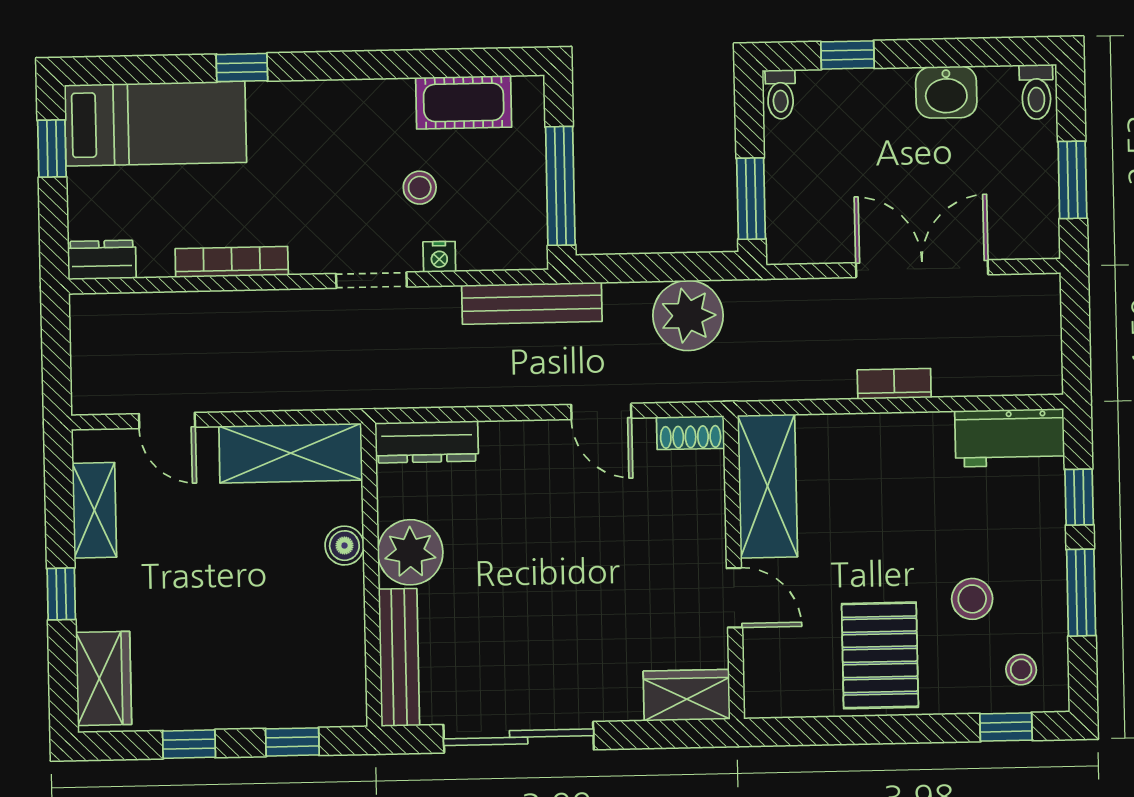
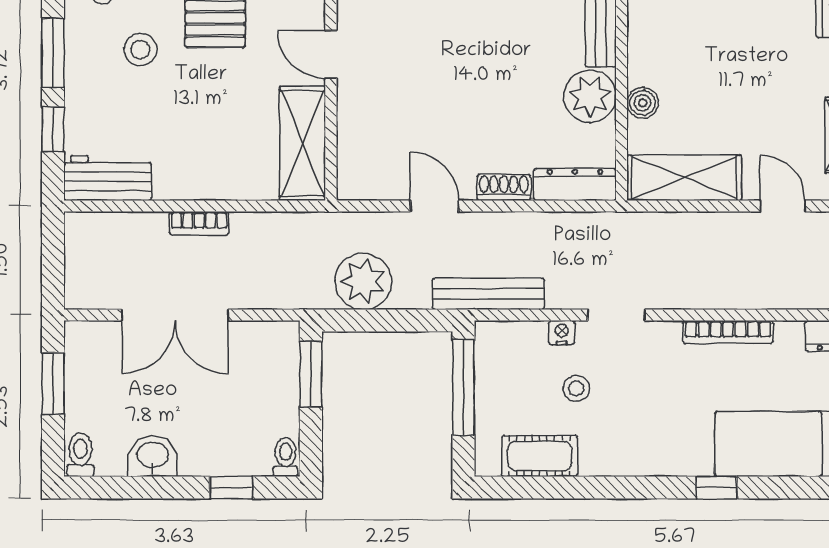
shoe rack: (690, 433) -> (504, 187), moved

